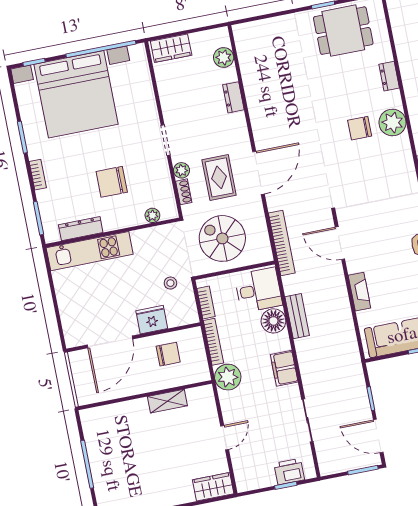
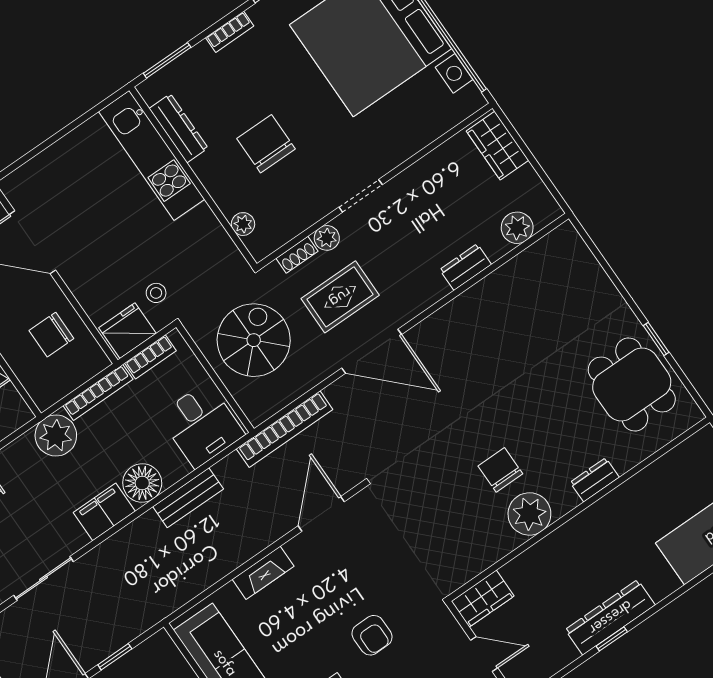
fridge: (152, 320) -> (127, 331), moved, turned -90
floor lamp: (273, 321) -> (142, 483), moved
chair: (168, 354) -> (51, 335), turned 90

